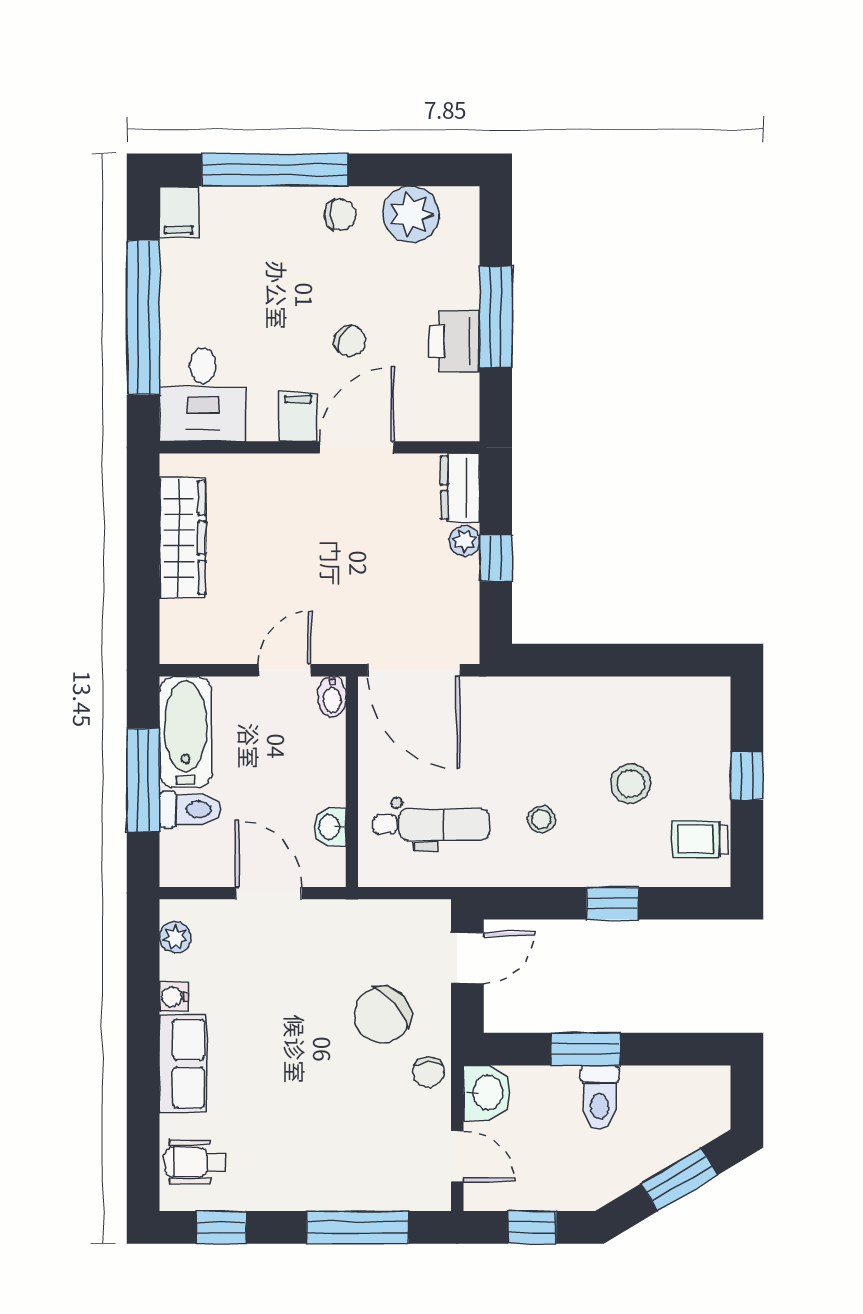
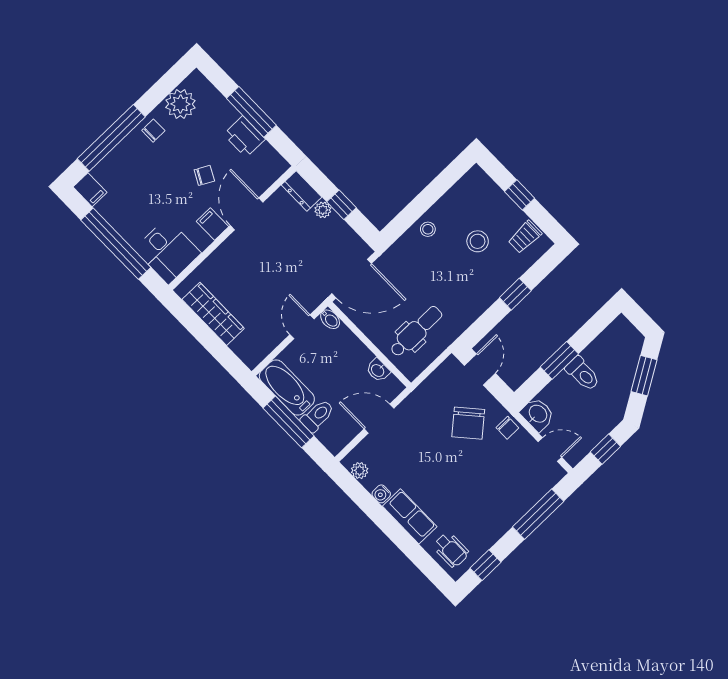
stool: (541, 819) -> (428, 229), moved
wheelchair: (195, 1162) -> (451, 550), turned -90

